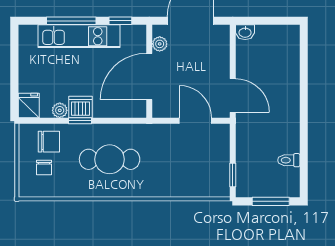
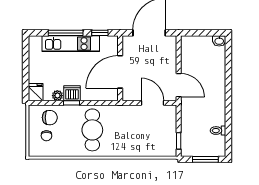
washbasin: (245, 32) -> (219, 41), moved
plant: (160, 44) -> (127, 49), removed
cafe table: (110, 159) -> (92, 130), turned 90

